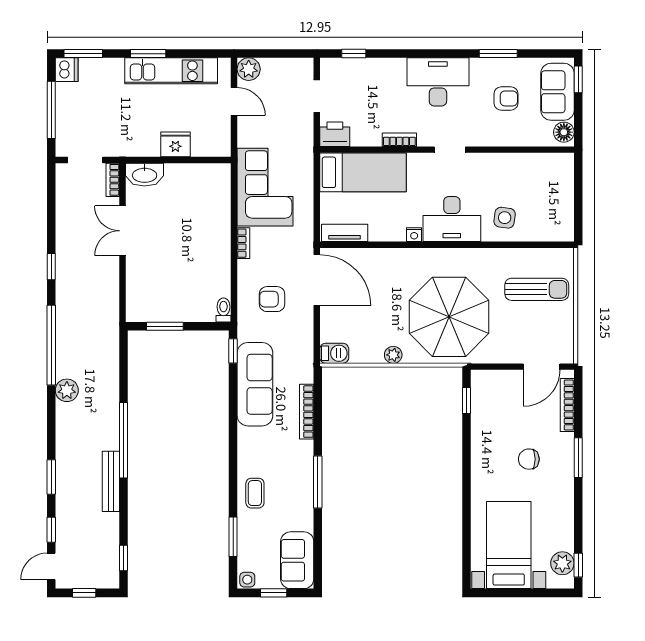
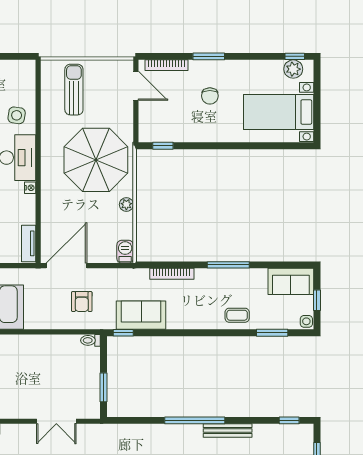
double door: (123, 231) -> (56, 421), moved
bookcase: (243, 243) -> (37, 324), removed
sofa: (255, 384) -> (141, 315), width x0.73

